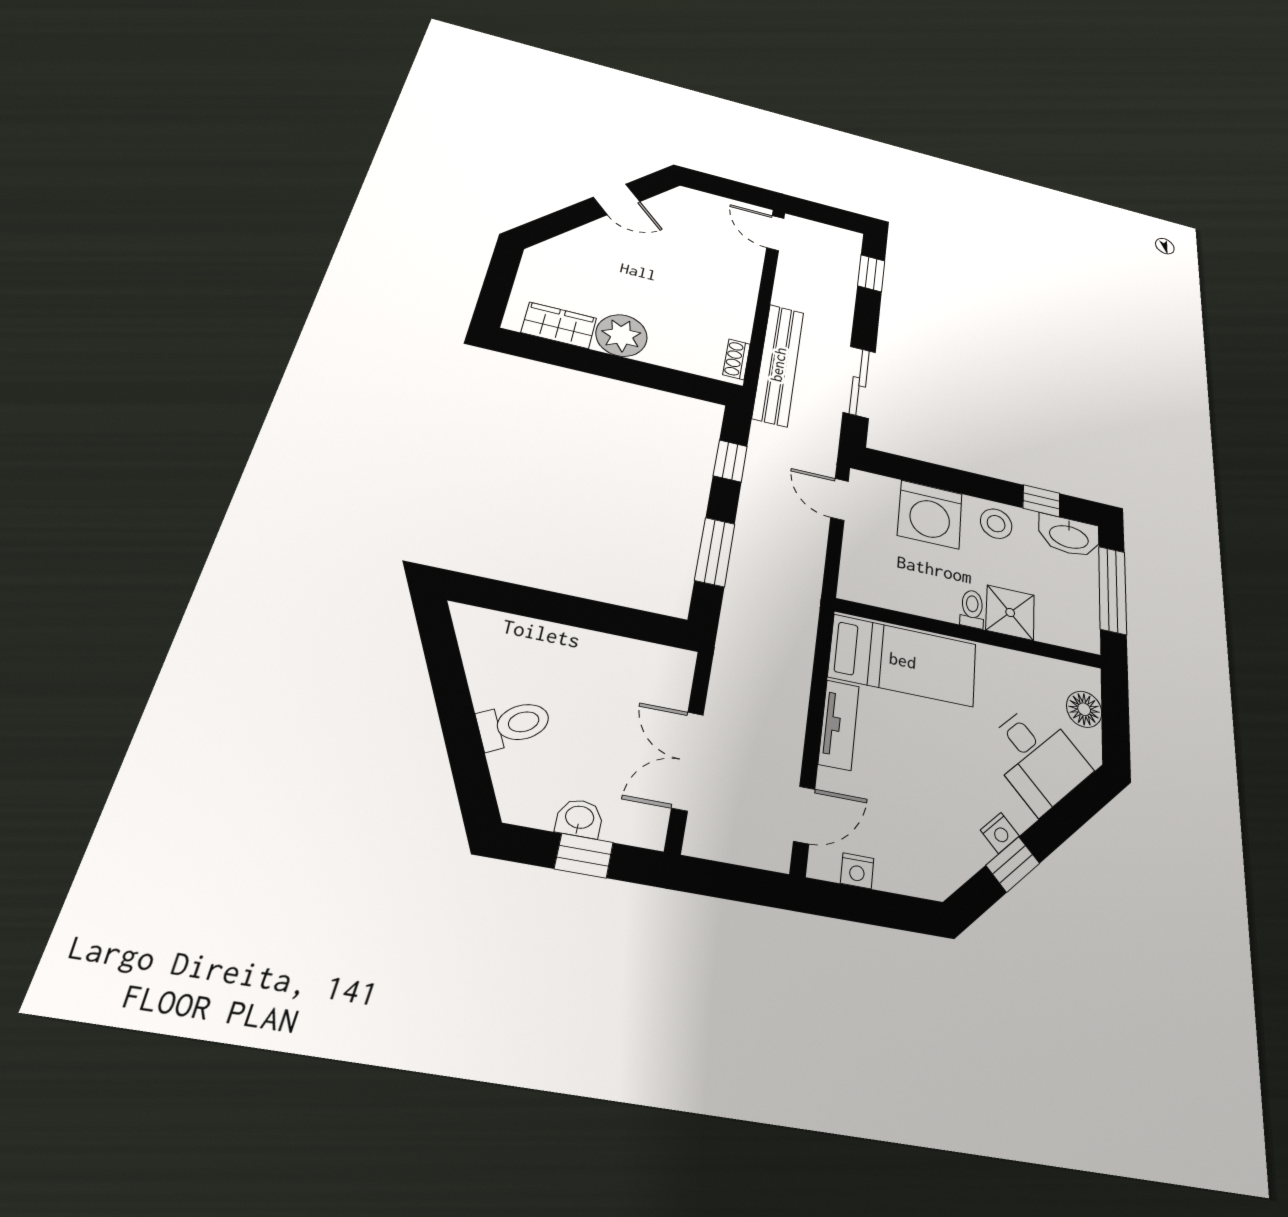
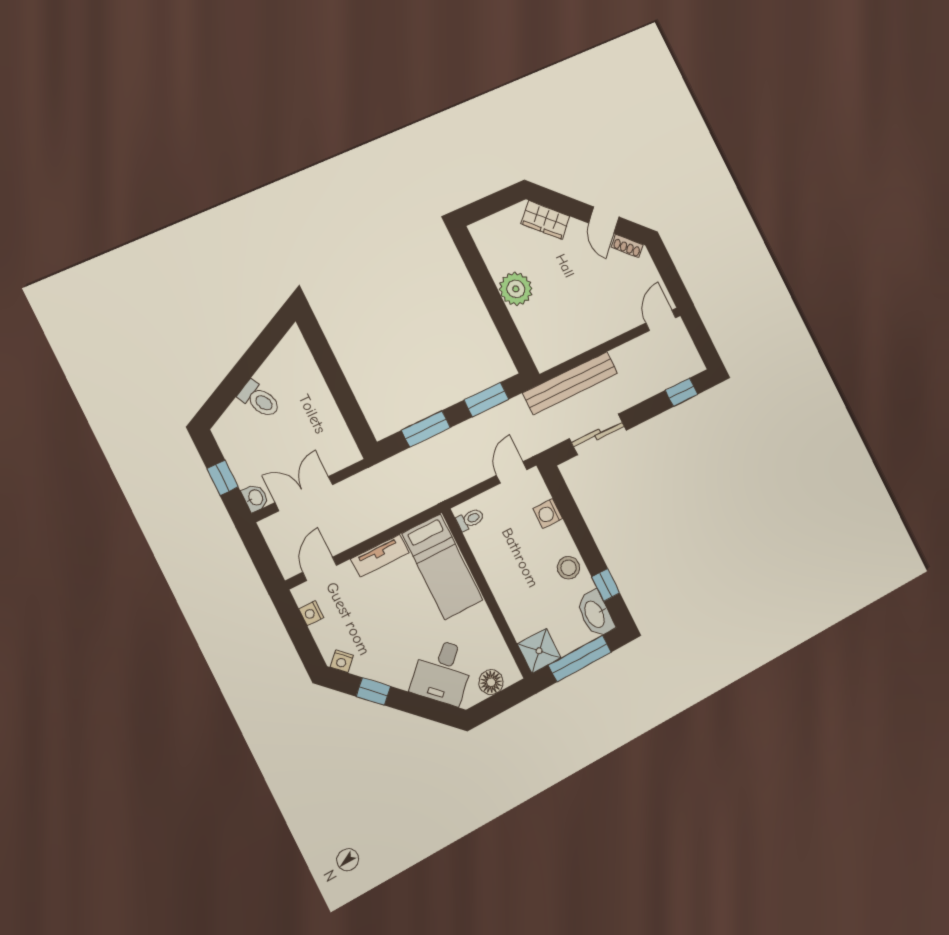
wardrobe: (559, 325) -> (545, 220), moved, turned 135
shoe rack: (736, 359) -> (627, 246), moved, turned -135
window: (730, 461) -> (487, 400), width x1.50
washing machine: (930, 514) -> (548, 514), width x0.53, depth x0.53
toilet: (972, 609) -> (470, 519), moved
shower: (1010, 612) -> (539, 651), moved
door: (804, 815) -> (320, 569), swing flipped
washbasin: (579, 818) -> (255, 498), moved
nightstand: (1000, 833) -> (342, 661), moved

